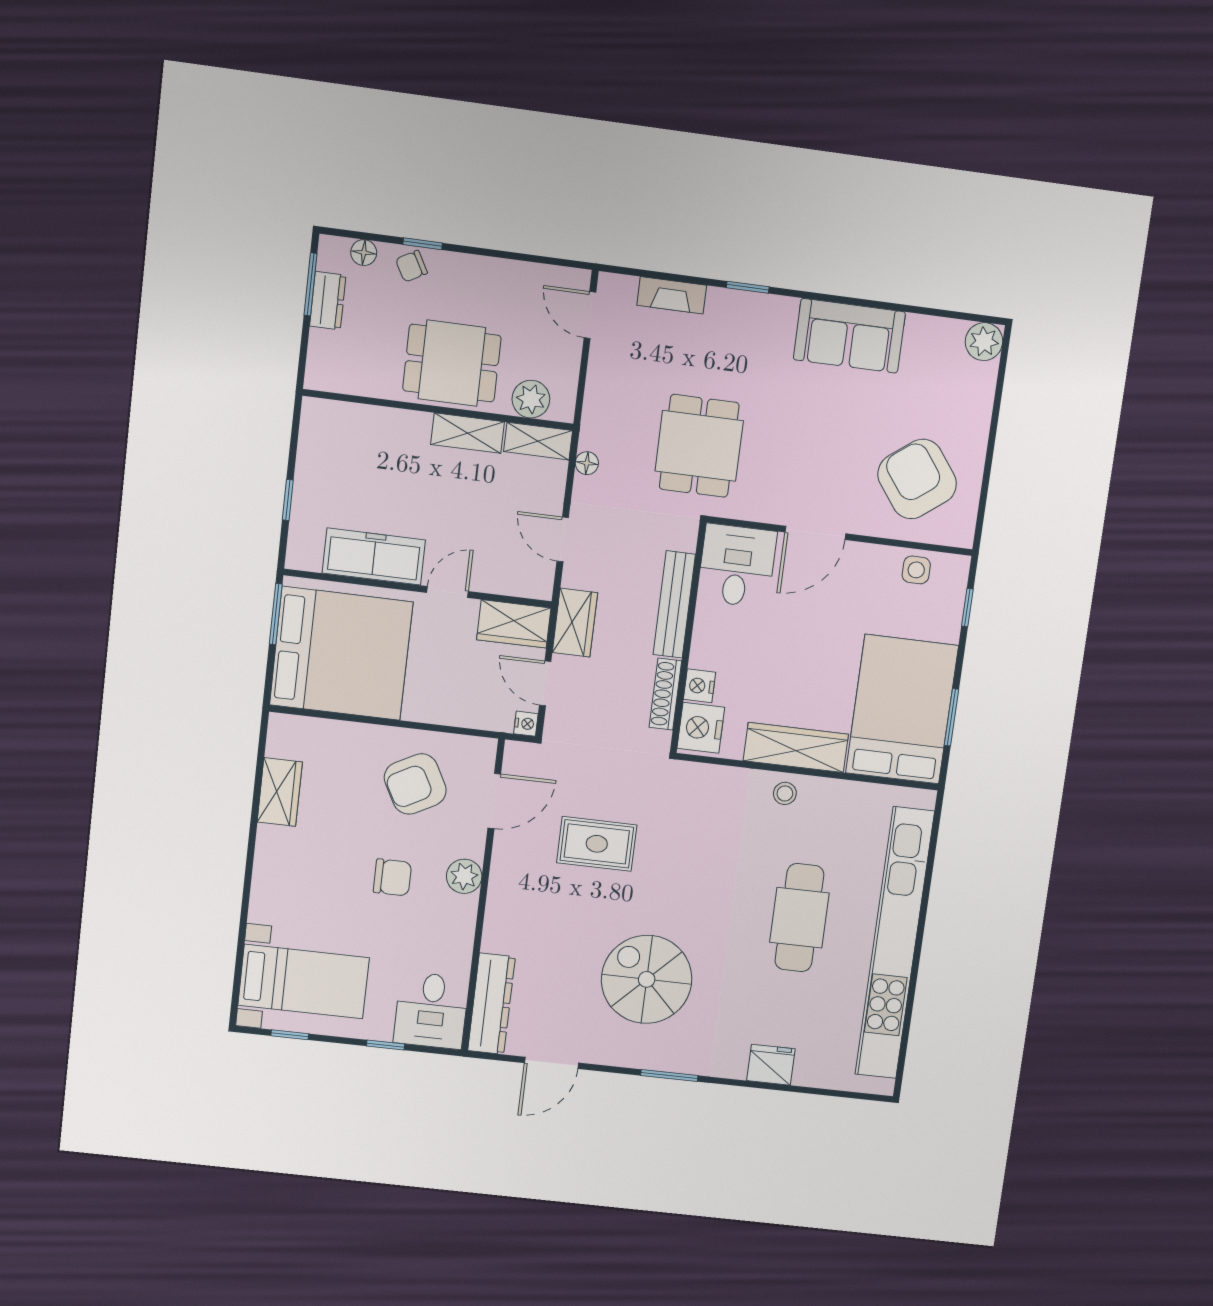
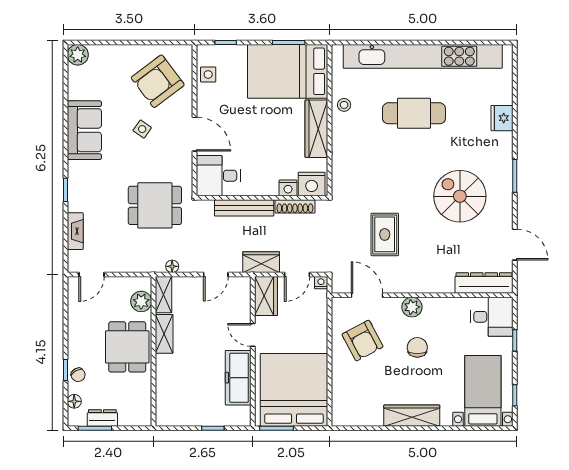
side table: (837, 440) -> (142, 129), added
wardrobe: (280, 792) -> (412, 416), moved, width x1.50
stool: (785, 793) -> (344, 105), moved
spiral stairs: (647, 979) -> (460, 196), turned 90

